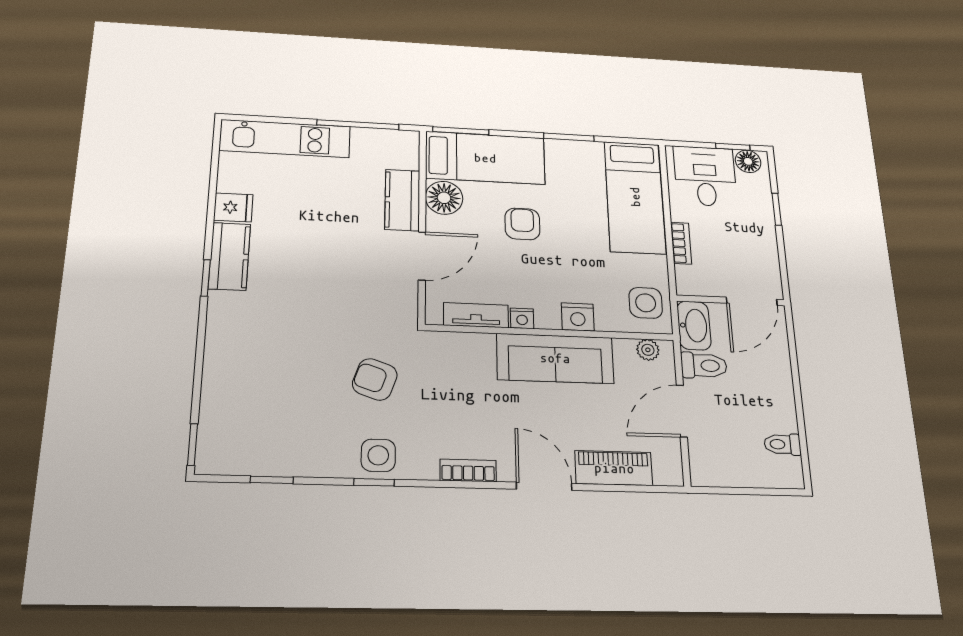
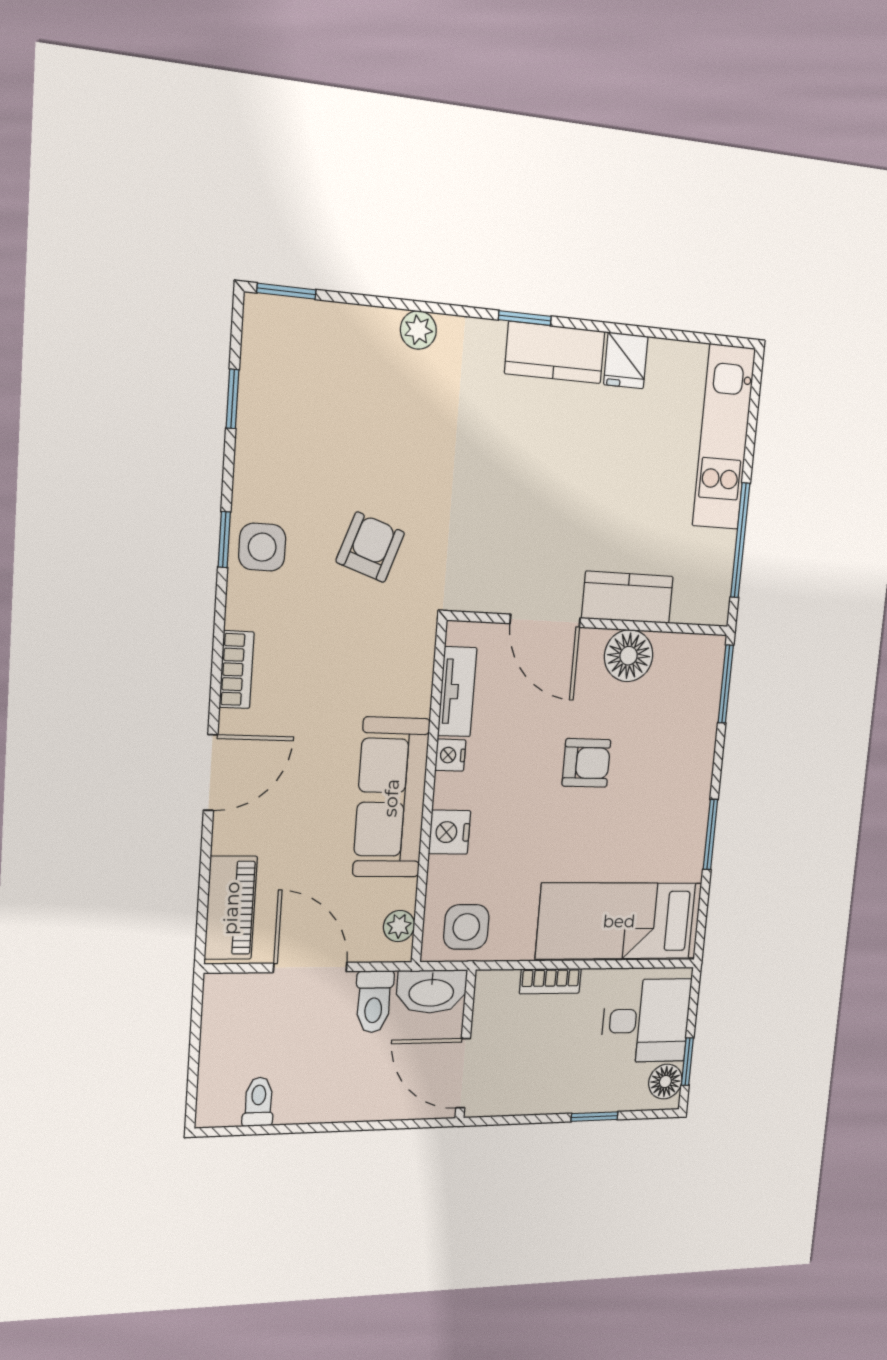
bed: (485, 158) -> (685, 716), removed
plant: (217, 351) -> (418, 330), added
piano: (614, 468) -> (231, 908), moved

